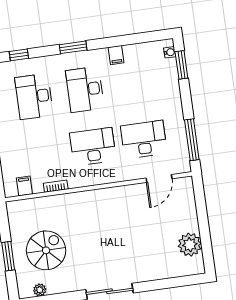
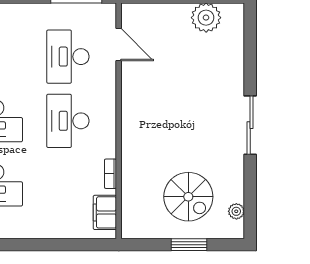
filing cabinet: (24, 186) -> (105, 212), width x2.00
spiral stairs: (46, 250) -> (188, 197), turned 180

